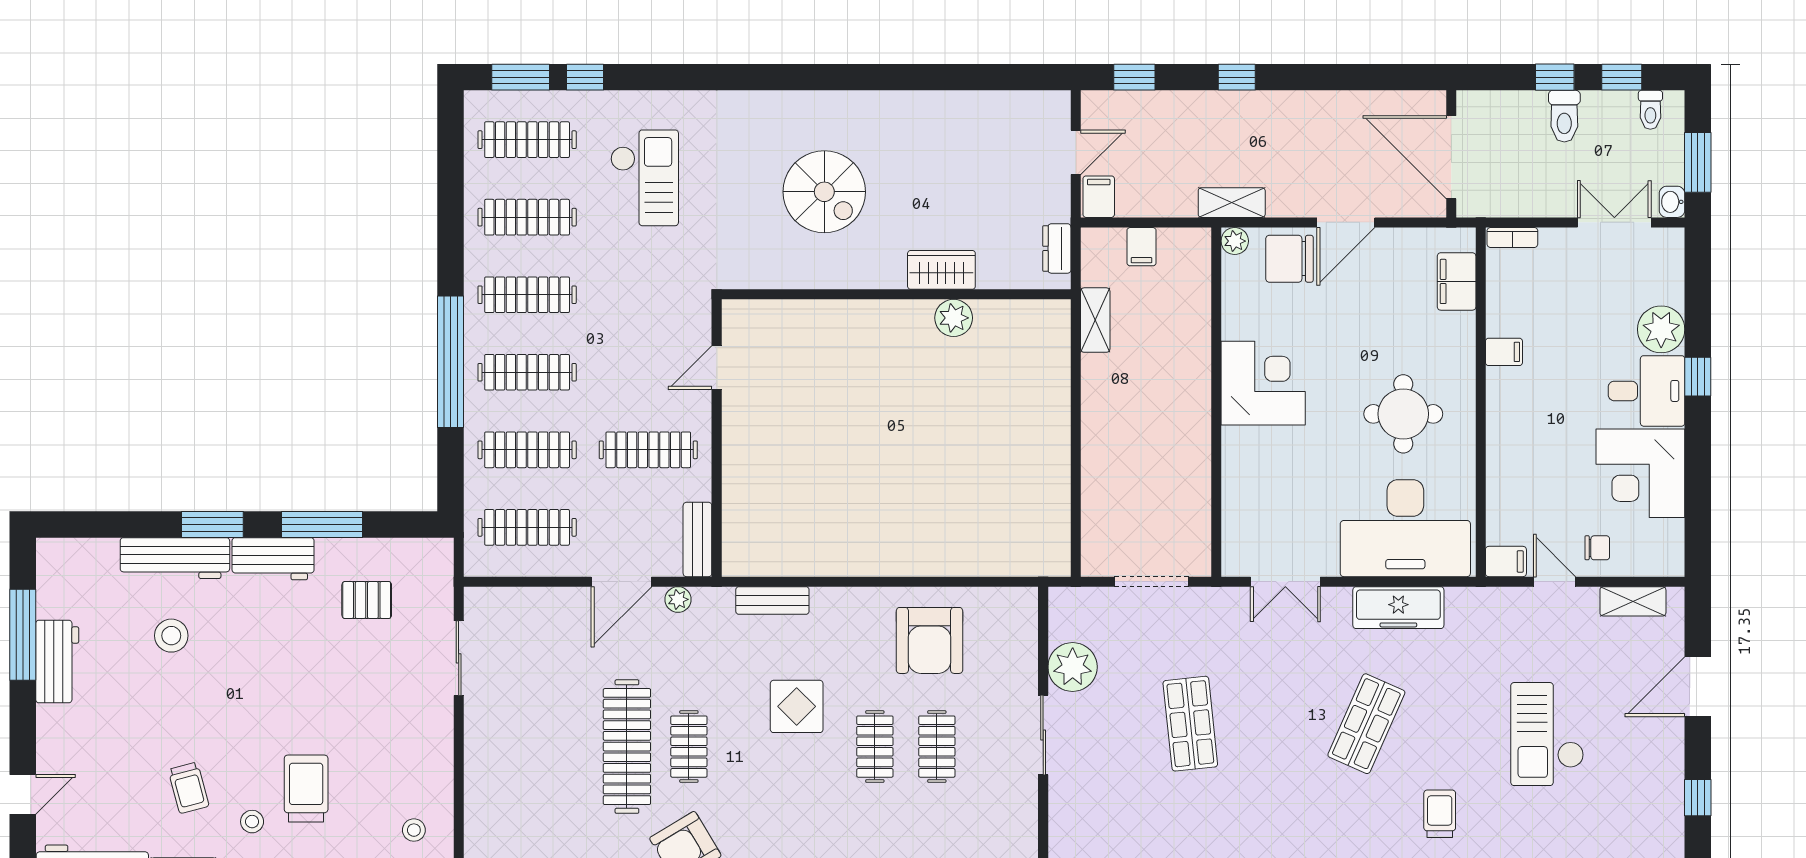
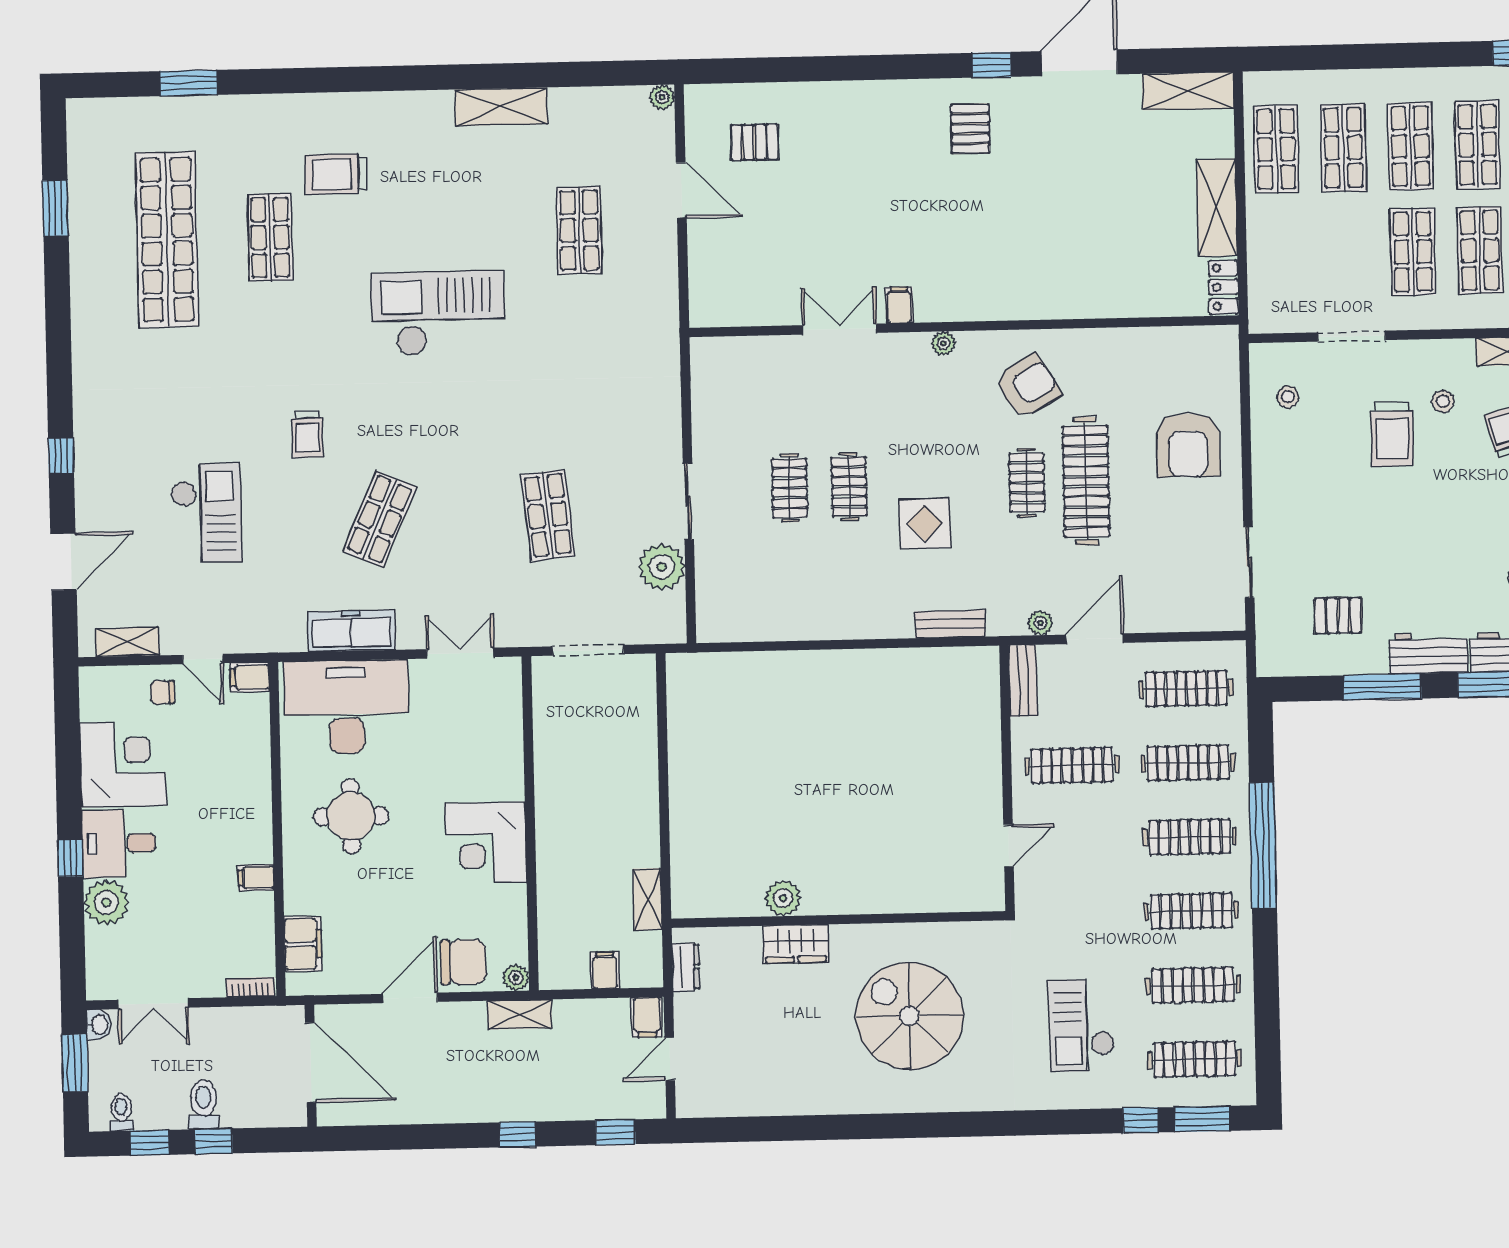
spiral stairs: (824, 192) -> (909, 1016), width x1.37, depth x1.37
armchair: (929, 640) -> (1188, 445), moved, turned 180

